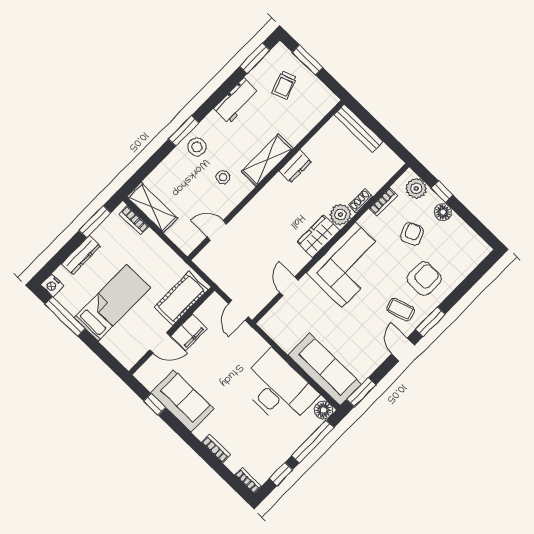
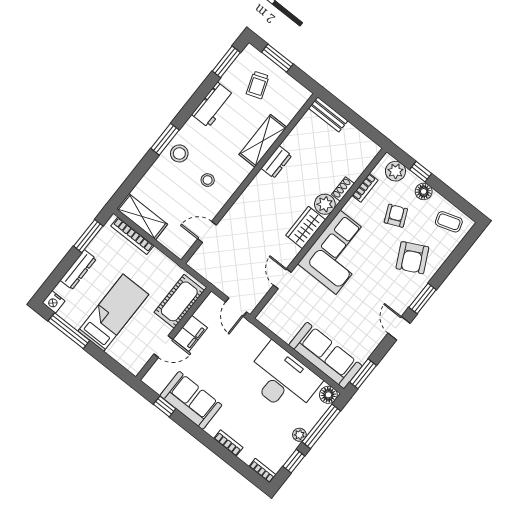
bench: (359, 128) -> (328, 114), width x0.73
shelving: (267, 160) -> (263, 141), moved
bookcase: (134, 220) -> (132, 236), width x1.56
armchair: (424, 279) -> (412, 258), turned 153
coffee table: (401, 310) -> (449, 222), moved
plant: (290, 448) -> (299, 435), added

